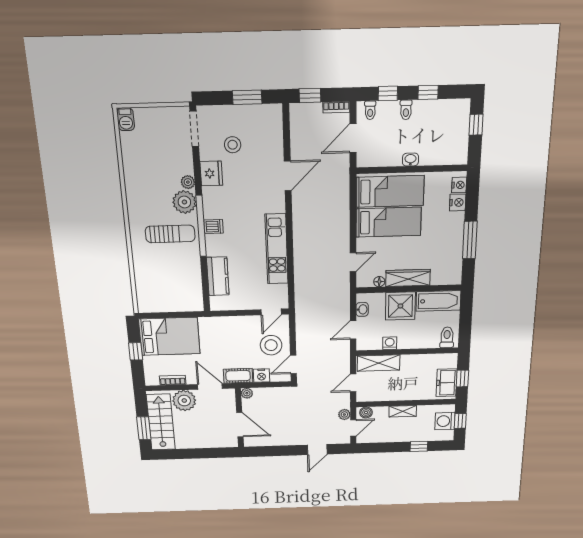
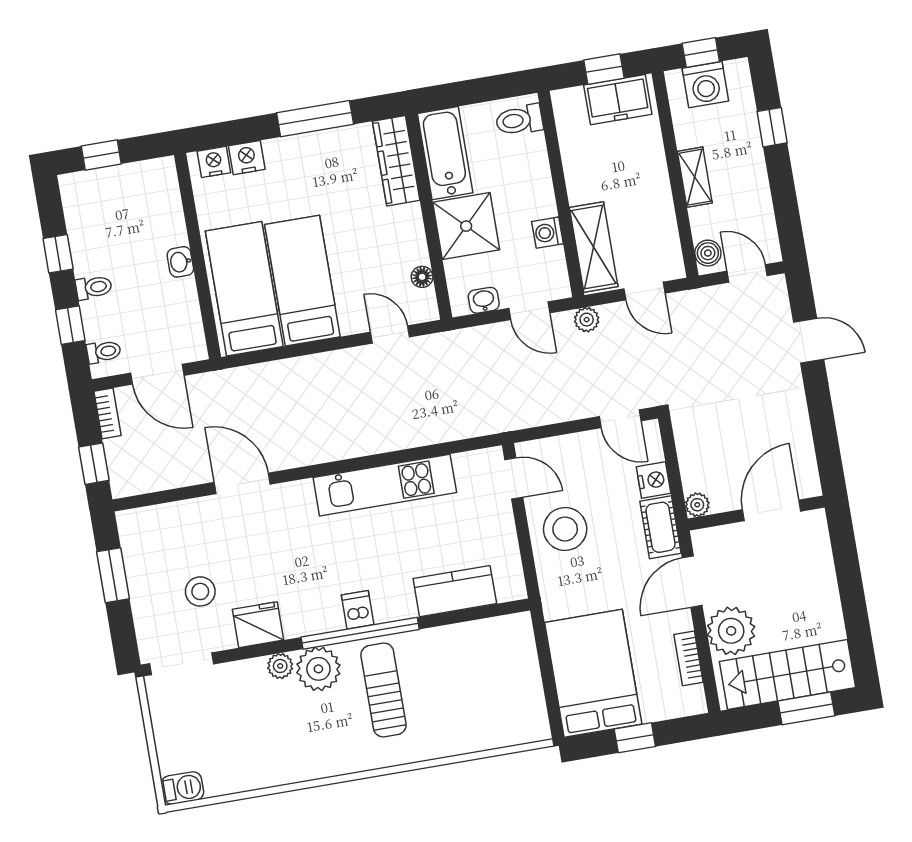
wardrobe: (408, 278) -> (396, 161), moved
stool: (271, 345) -> (565, 529), moved
plant: (344, 414) -> (587, 320), moved

